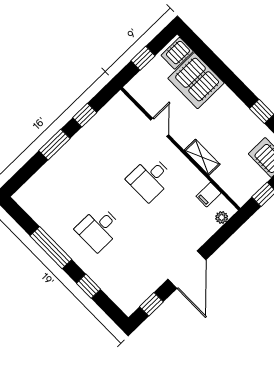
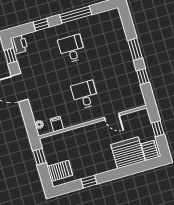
shelving: (202, 157) -> (81, 132), removed
printer: (130, 301) -> (19, 44), added

